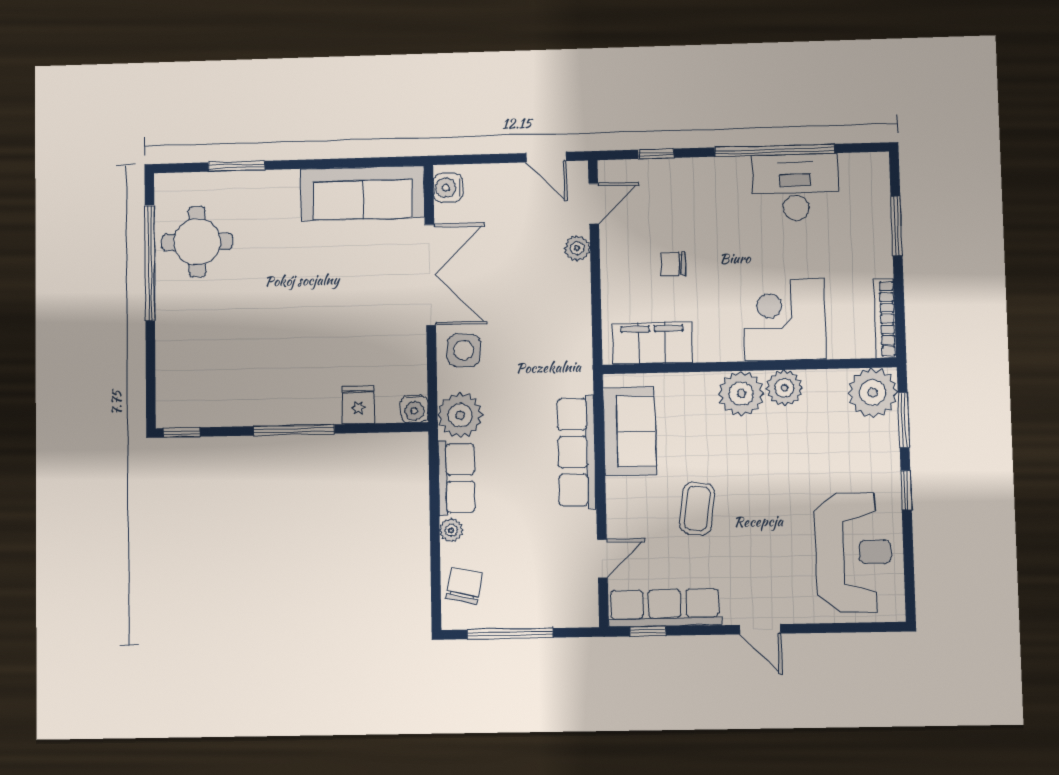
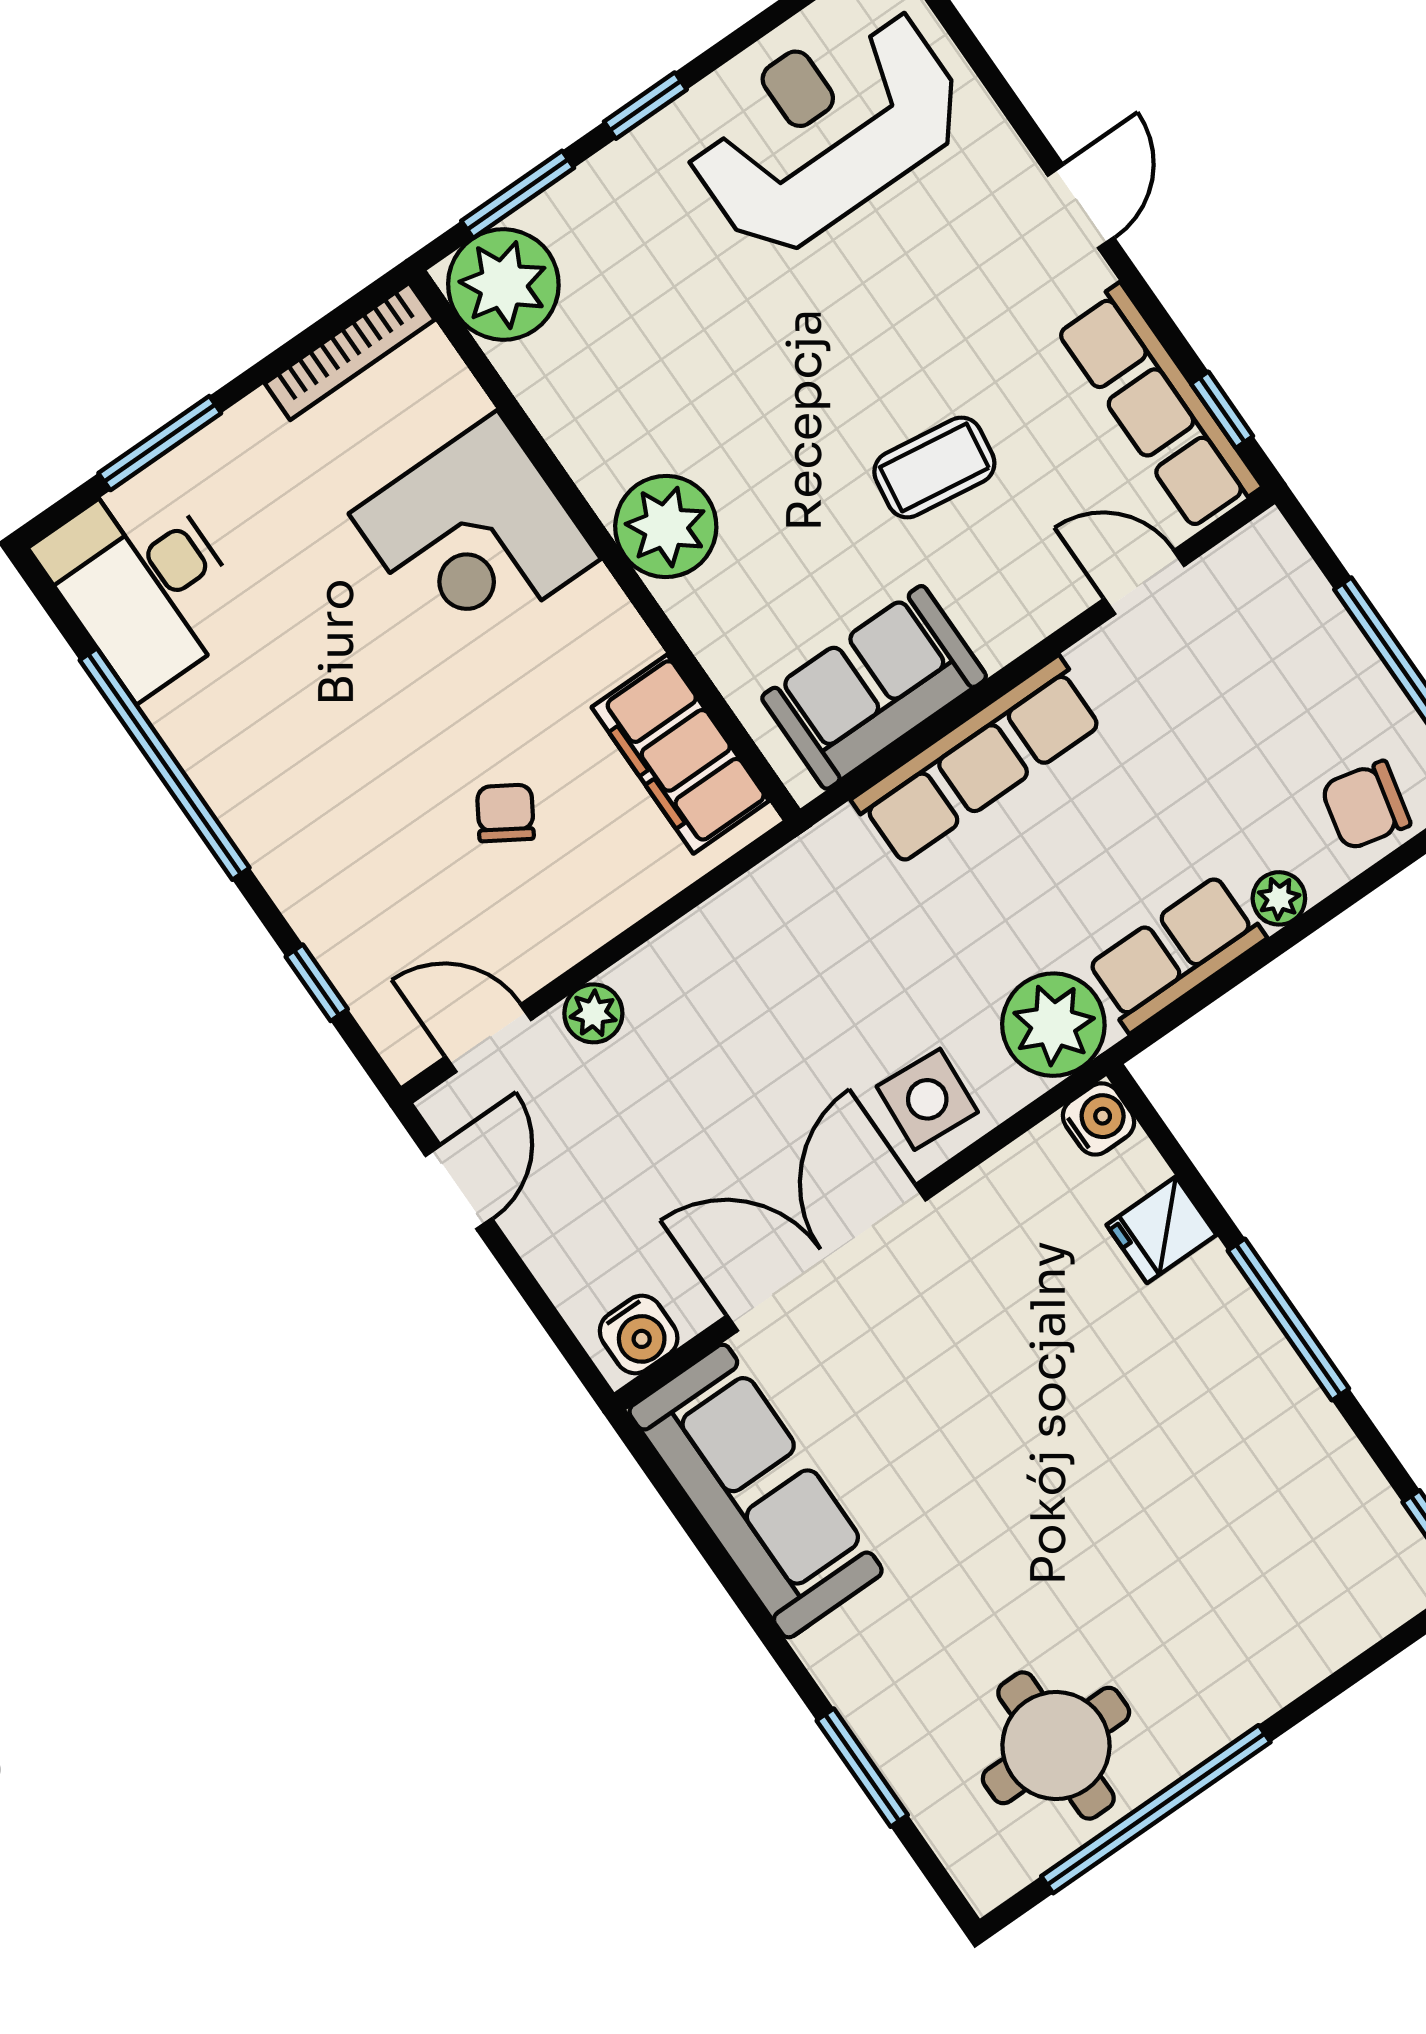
desk: (795, 187) -> (143, 584), moved
chair: (673, 264) -> (505, 813), turned -148
plant: (784, 388) -> (602, 453), removed

